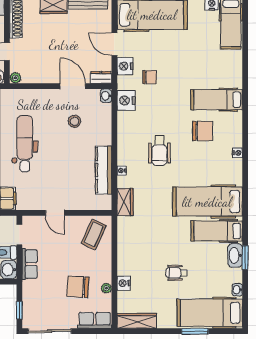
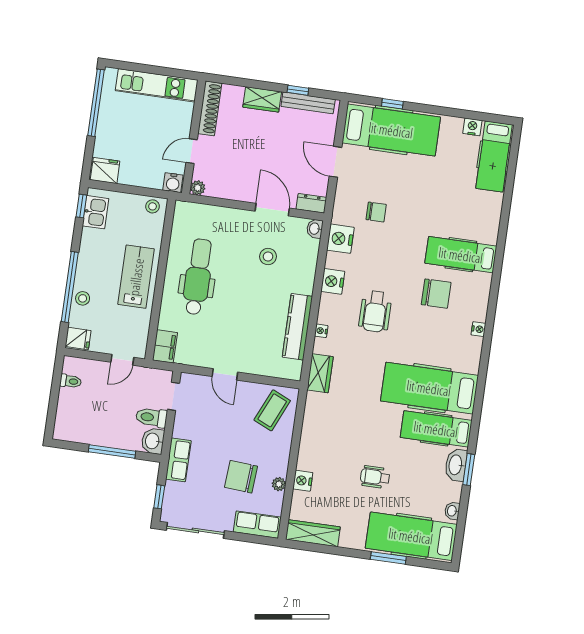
nightstand: (125, 66) -> (333, 281), moved
row of seats: (30, 264) -> (178, 460), moved

